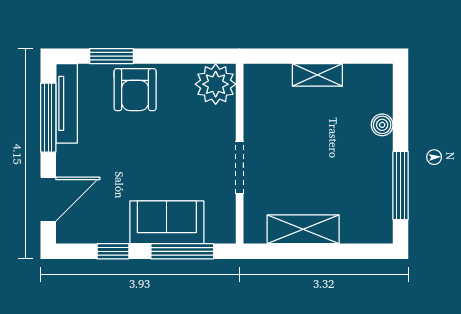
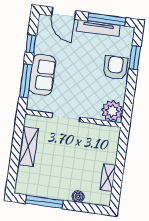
shelving: (317, 75) -> (108, 177), moved
armchair: (135, 90) -> (115, 68), turned 90
tv unit: (67, 103) -> (98, 28), moved

